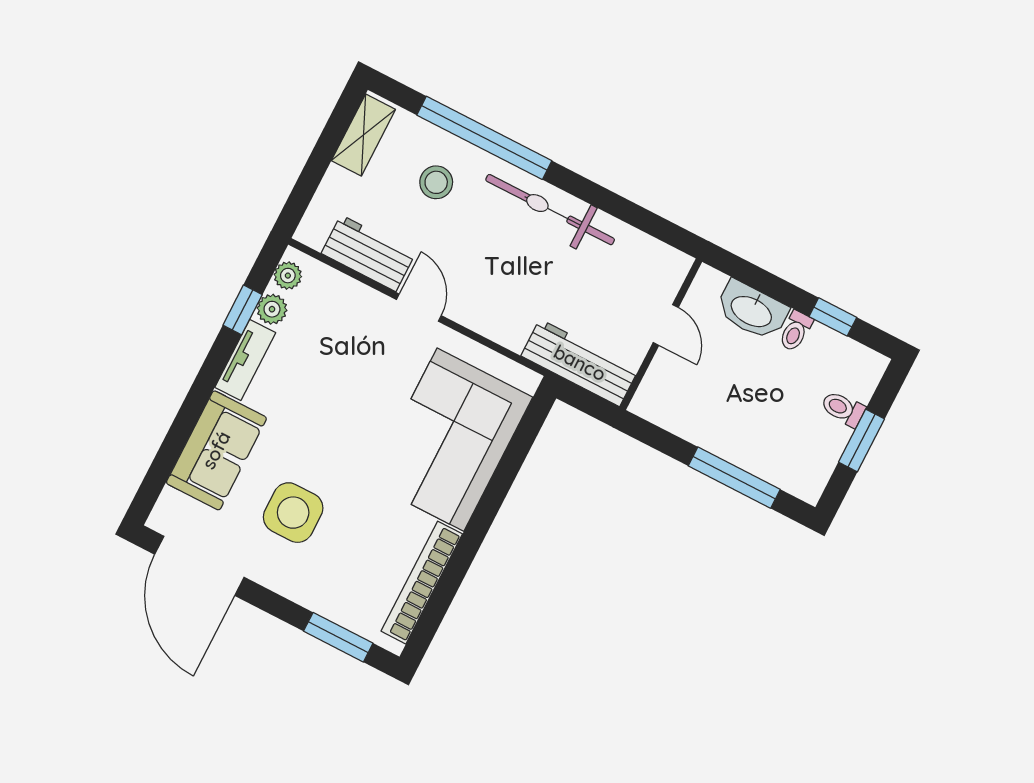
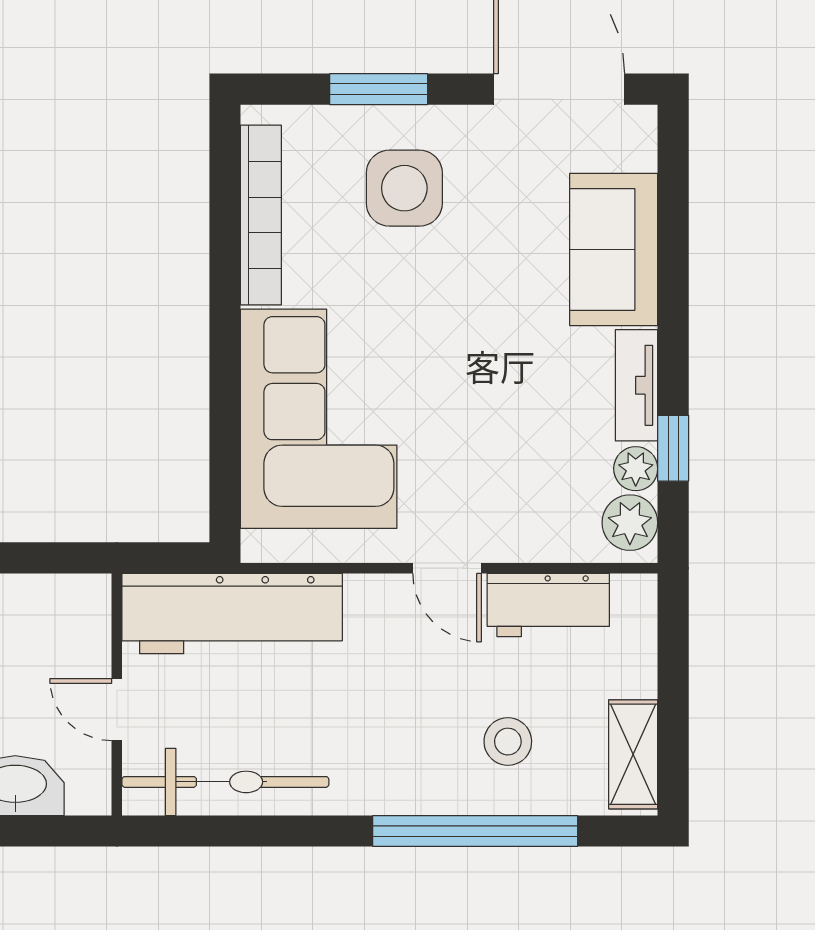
bicycle: (550, 210) -> (225, 782), moved
plant: (288, 276) -> (630, 523), width x1.38, depth x1.38
workbench: (580, 363) -> (232, 614), width x1.36, depth x1.32
side table: (293, 513) -> (404, 188), moved
window: (338, 637) -> (379, 89), moved

